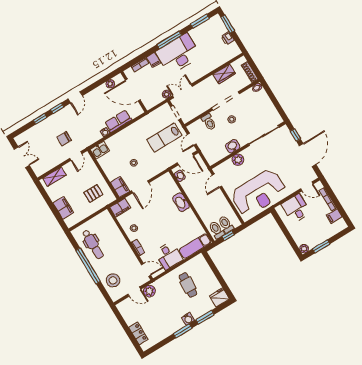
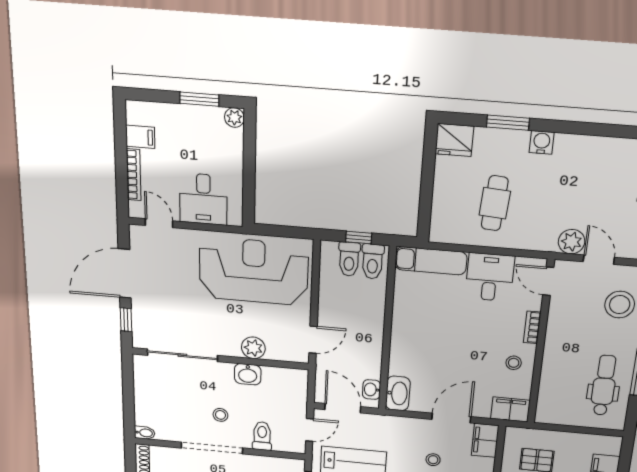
washbasin: (181, 202) -> (398, 393), moved
window: (183, 331) -> (569, 127), removed

